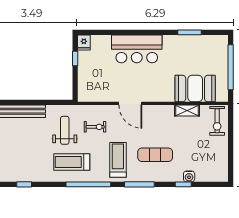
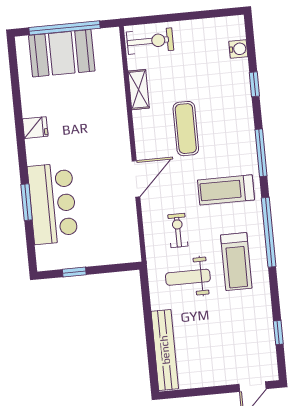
window: (189, 32) -> (27, 202), moved
fridge: (84, 43) -> (35, 128), moved
bar counter: (137, 49) -> (53, 204), moved
booth: (195, 89) -> (62, 53), moved, turned 90
exercise mat: (155, 155) -> (186, 129), moved
water cooler: (189, 176) -> (238, 49), moved

